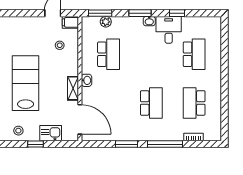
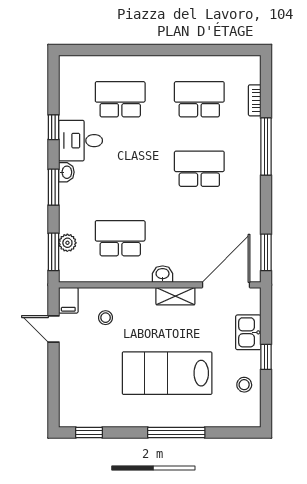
school desk: (194, 103) -> (199, 99), turned 180
window: (127, 144) -> (266, 252), moved

